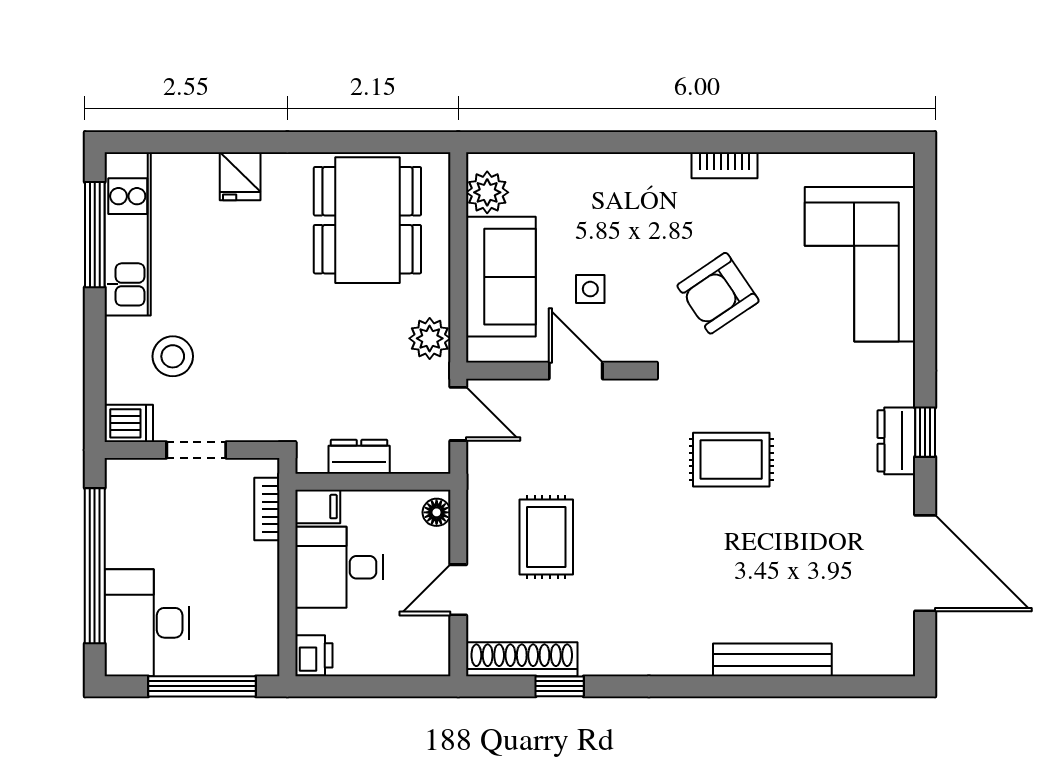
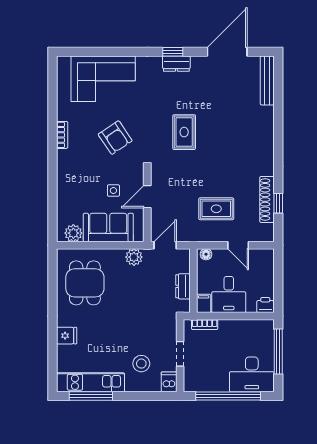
dining table: (367, 220) -> (85, 283), width x0.73
shoe rack: (522, 659) -> (267, 199), moved
bench: (772, 660) -> (267, 80), moved

